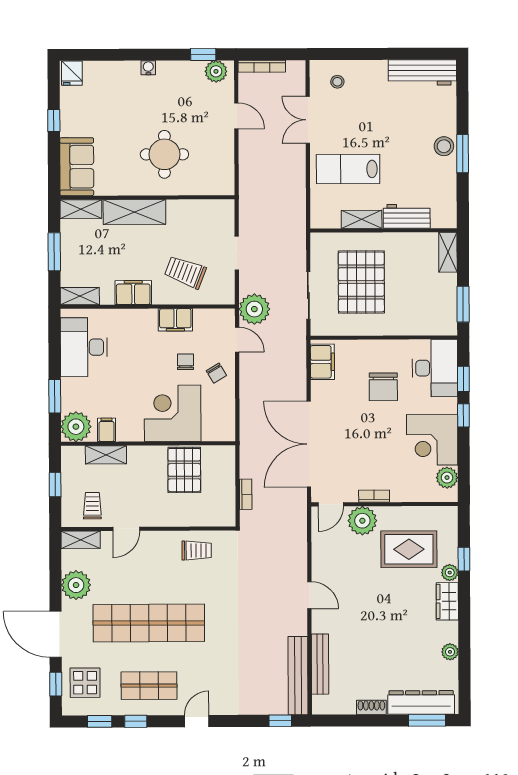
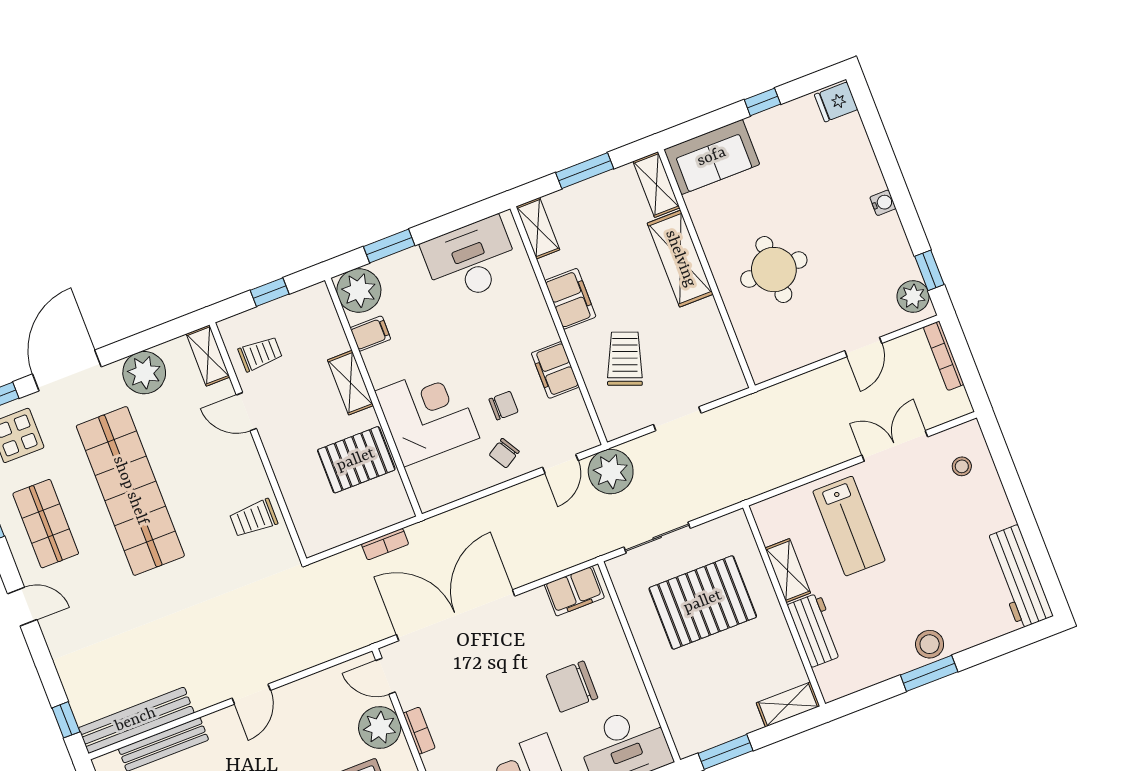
lab bench: (348, 169) -> (849, 526), turned 180
shelving: (106, 455) -> (350, 383), moved
bookcase: (246, 494) -> (385, 544), moved
trolley: (197, 550) -> (254, 518), turned 90

